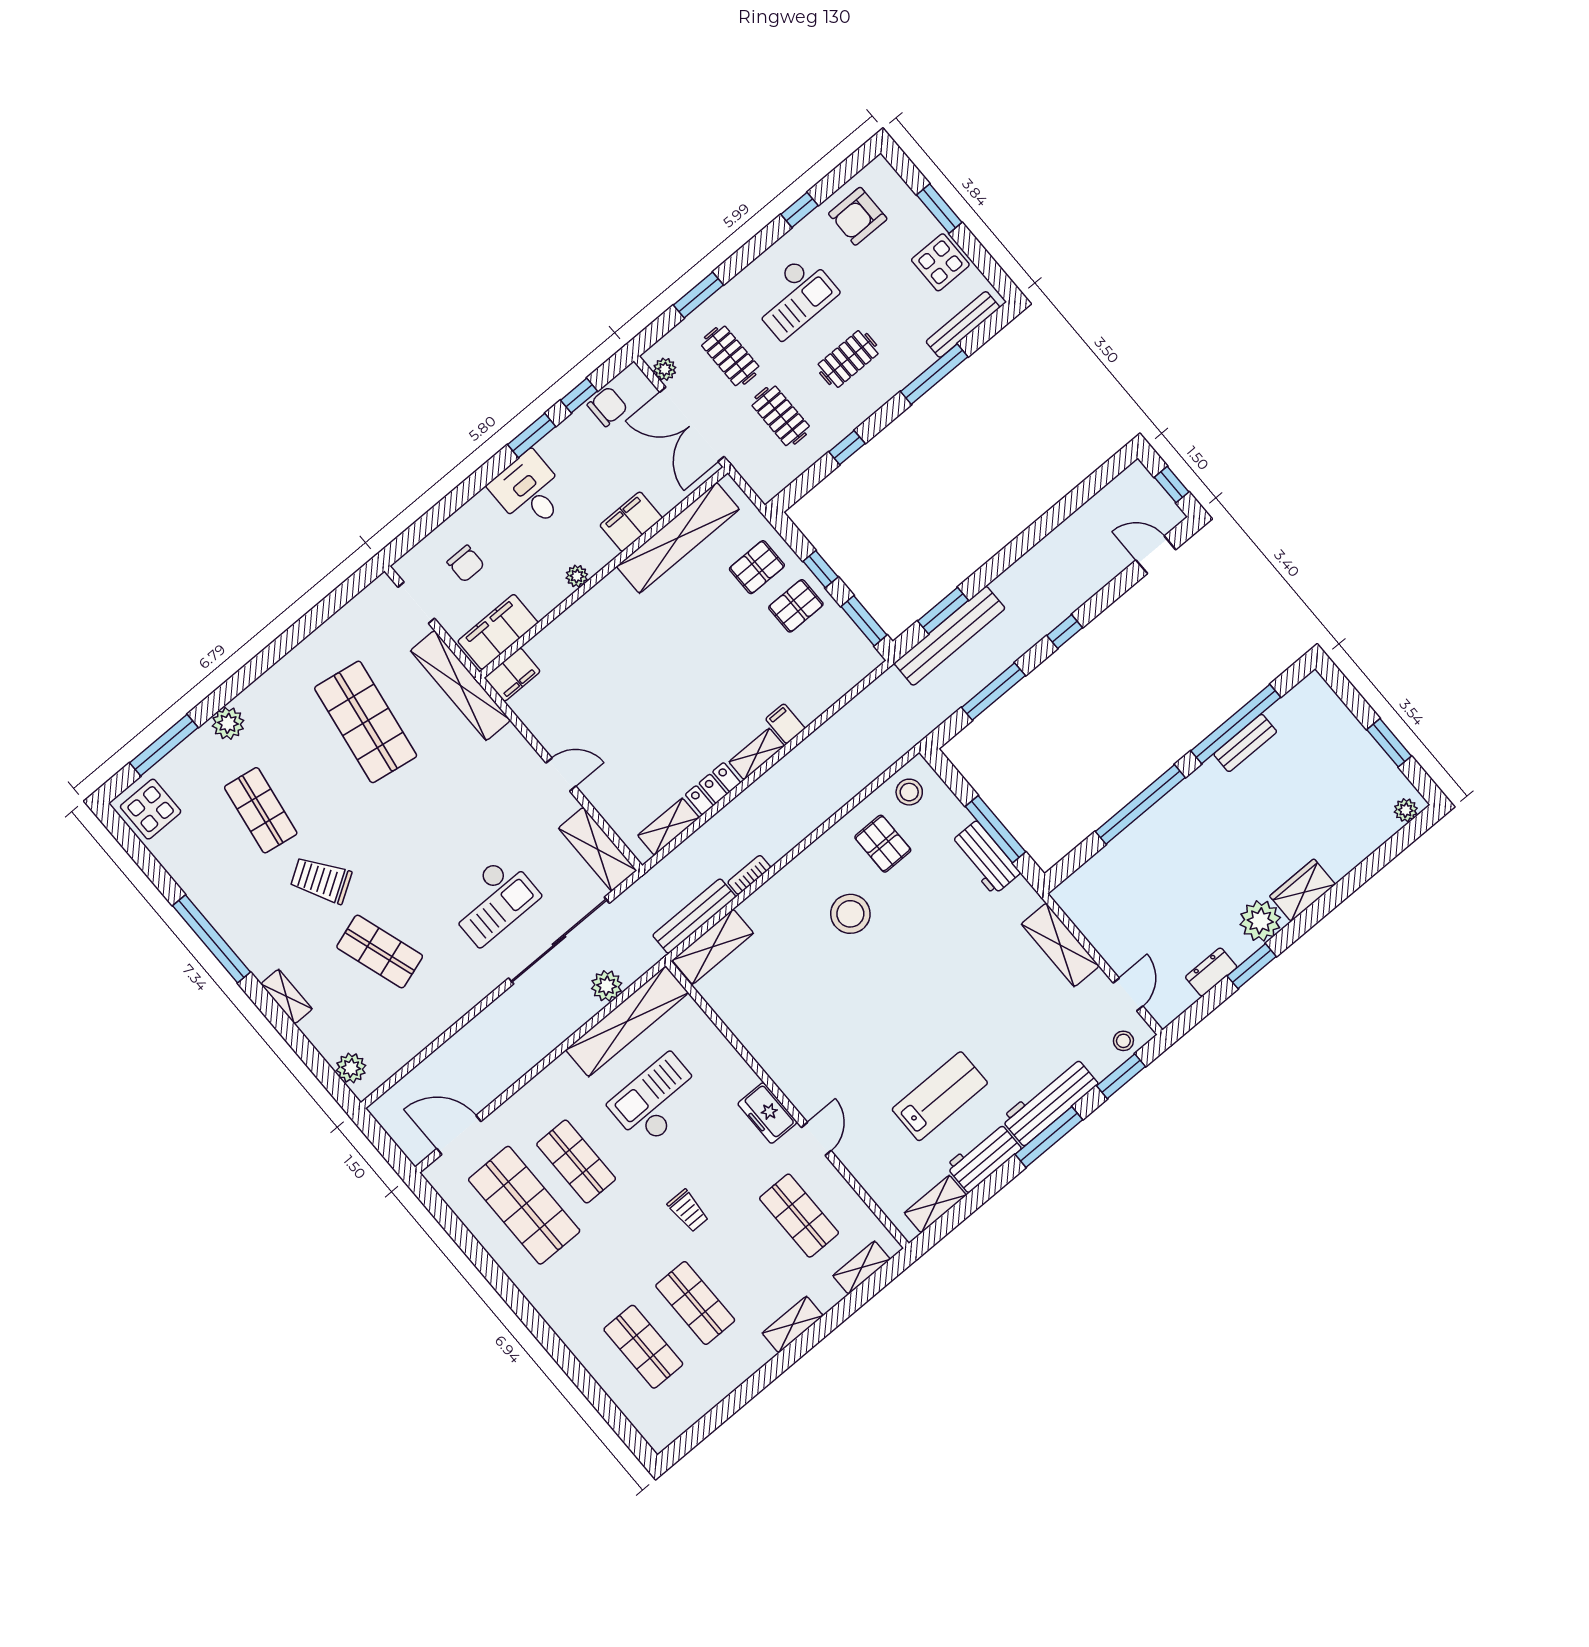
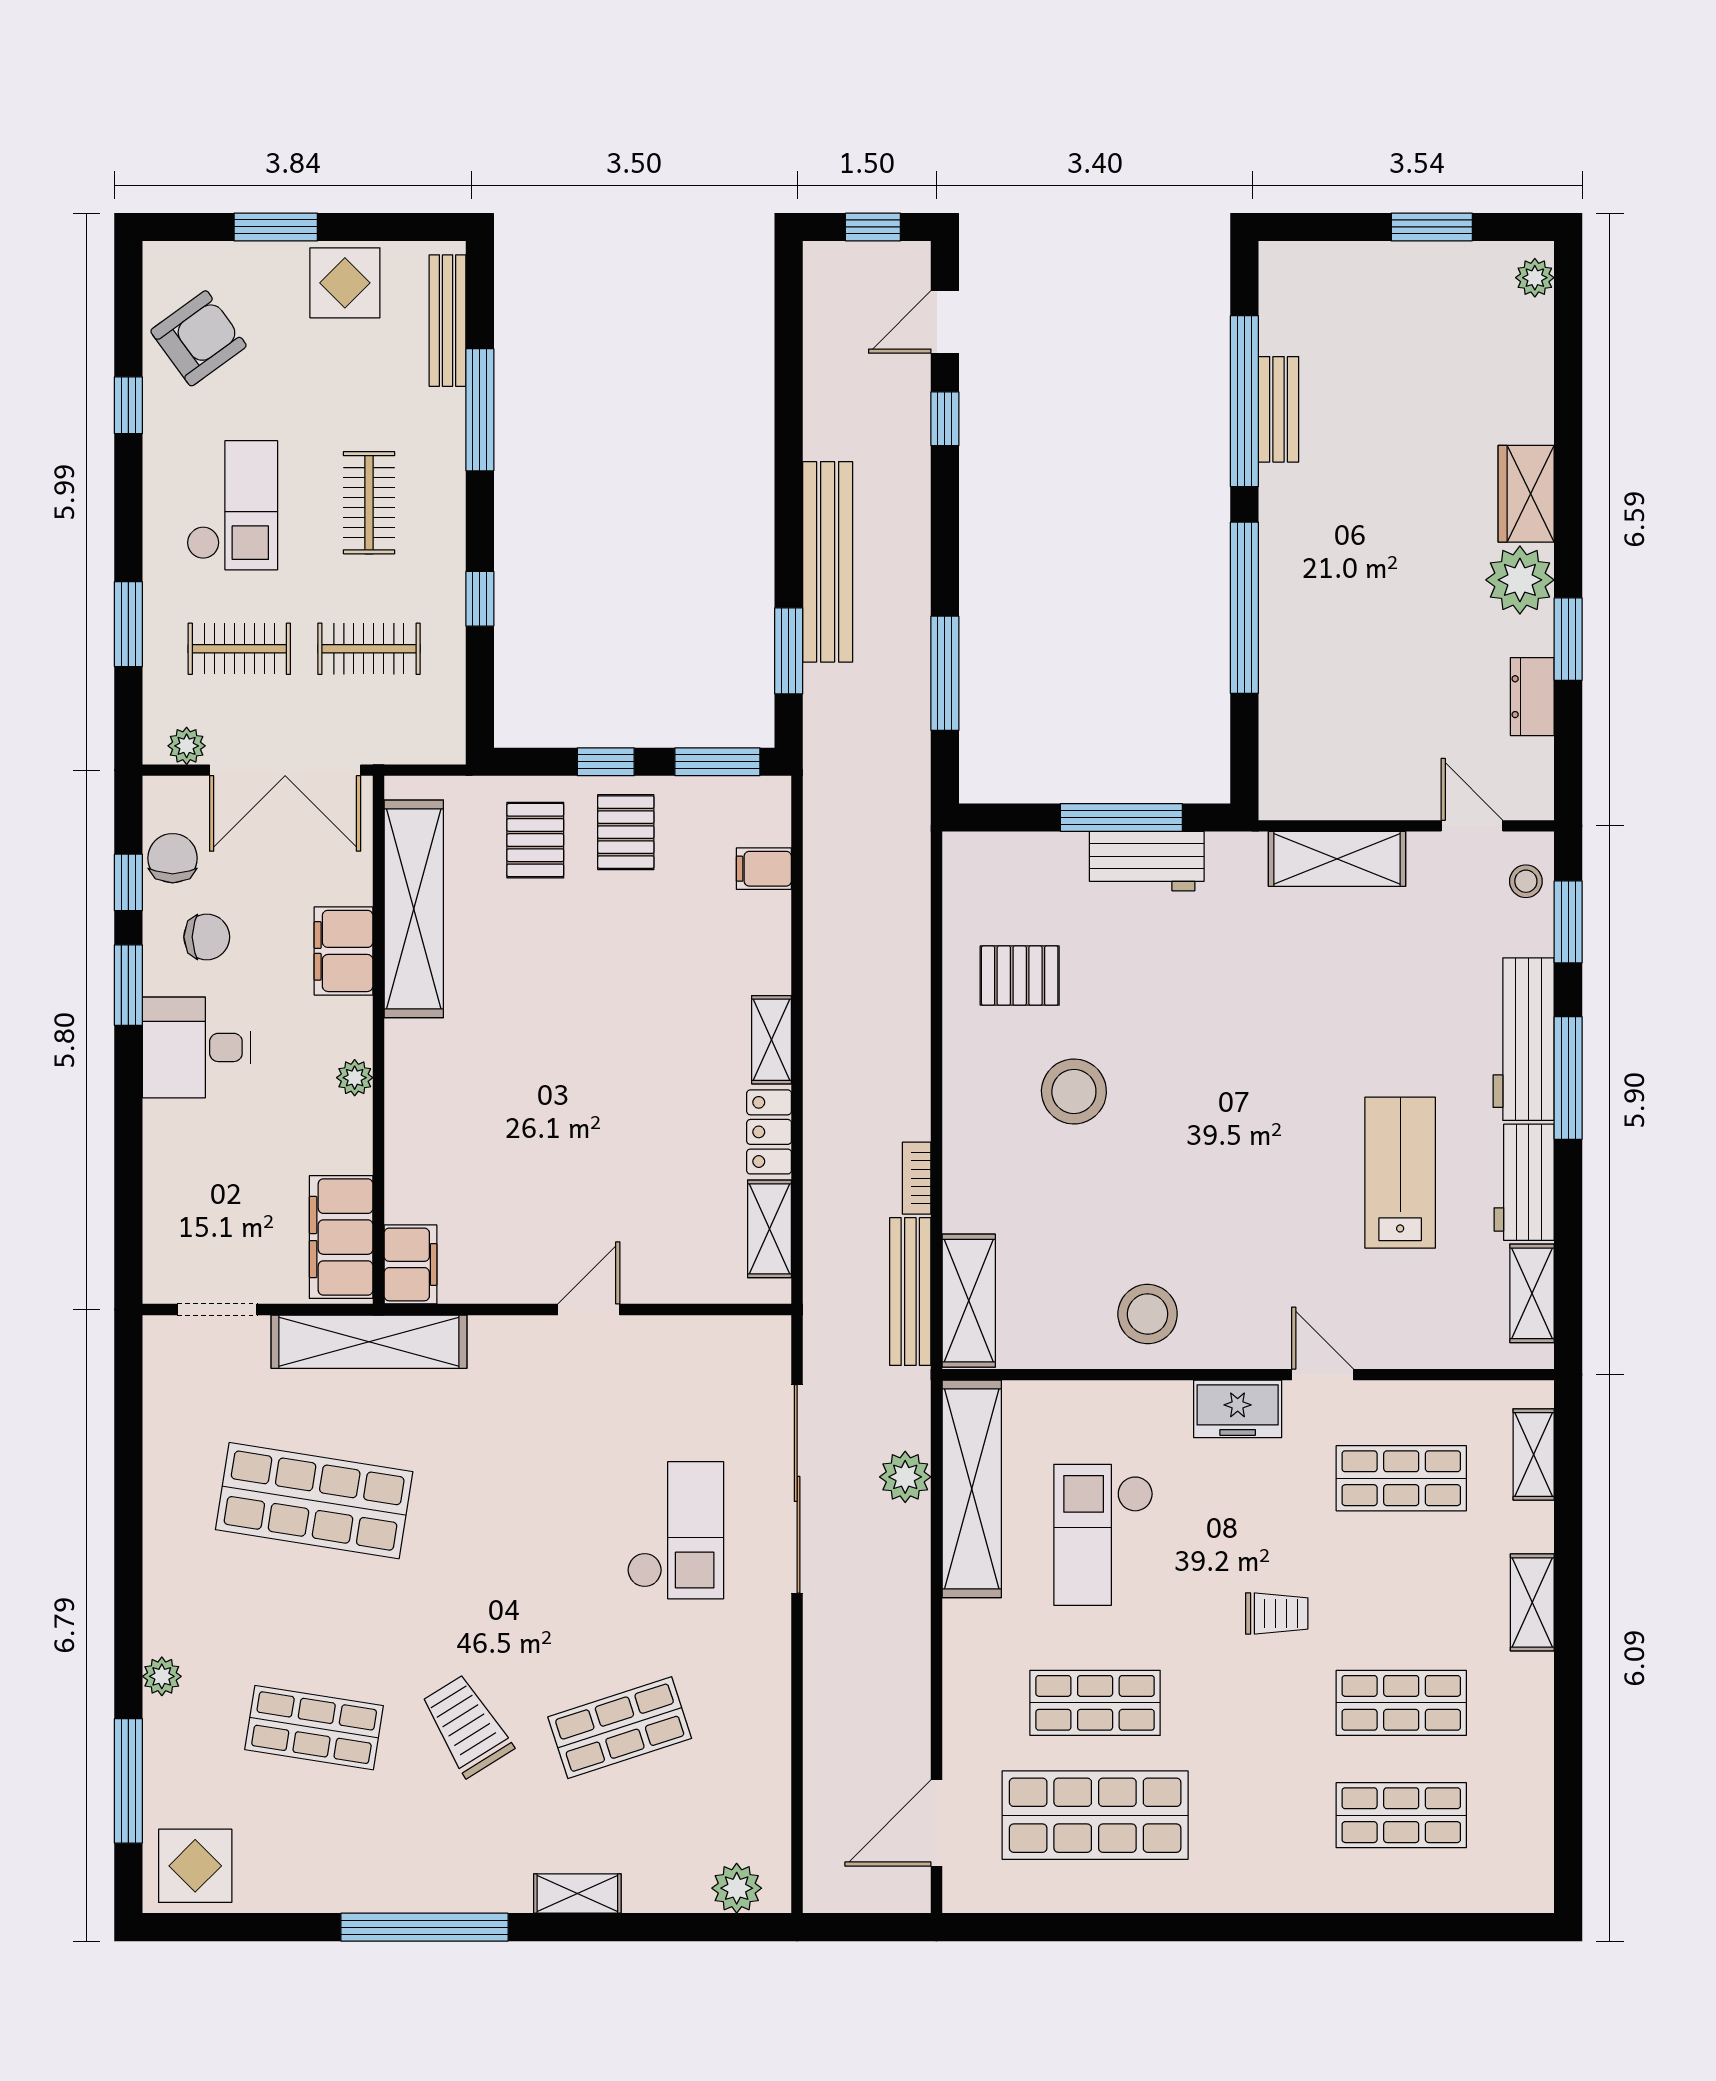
armchair: (858, 216) -> (198, 338), turned -126
chair: (466, 564) -> (207, 937), moved
window: (1065, 632) -> (945, 419), moved
bench: (950, 636) -> (828, 562), moved
plant: (228, 723) -> (162, 1676), width x0.73, depth x0.73
filing cabinet: (785, 724) -> (764, 869), moved
stool: (909, 792) -> (1148, 1314), moved, width x1.38, depth x1.38
shelving: (598, 849) -> (723, 1343), removed
trolley: (321, 880) -> (467, 1726), turned 90

